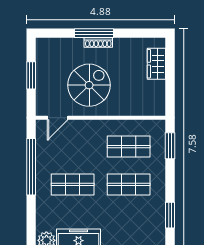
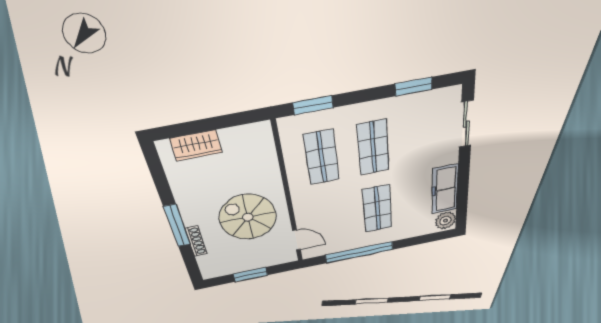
shoe rack: (98, 43) -> (196, 241), moved

